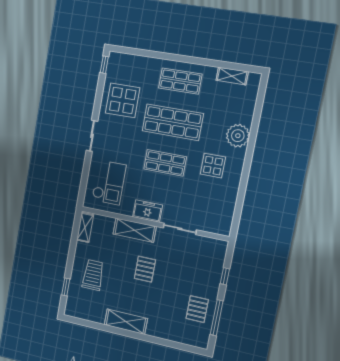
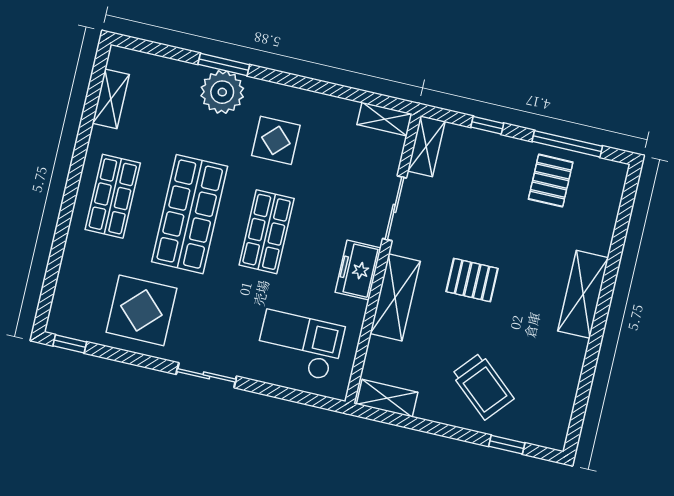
window: (253, 136) -> (224, 64), added
shelving: (226, 222) -> (384, 119), added
shelving: (213, 245) -> (426, 146), added
trolley: (93, 275) -> (483, 386), turned -139
pallet: (197, 309) -> (551, 181), turned 90
shelving: (126, 322) -> (583, 294), moved

